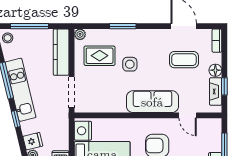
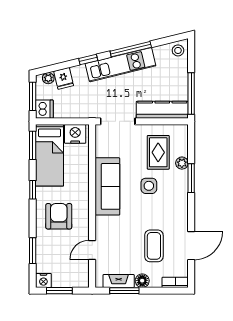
window: (29, 26) -> (191, 94), moved
plant: (80, 34) -> (182, 163), moved
window: (224, 86) -> (124, 291), width x1.50
sofa: (152, 102) -> (107, 186), moved

